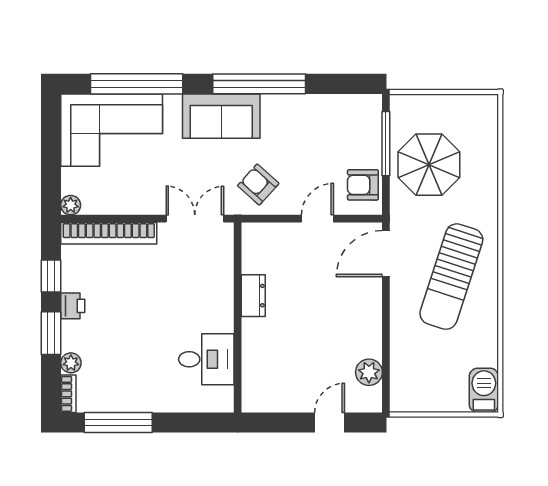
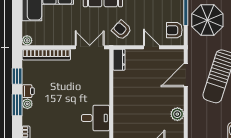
door: (317, 219) -> (151, 47), hinge flipped
door: (386, 254) -> (186, 75), moved
dresser: (253, 296) -> (119, 60), moved
plant: (71, 363) -> (27, 104), moved
plant: (369, 372) -> (177, 114), moved

